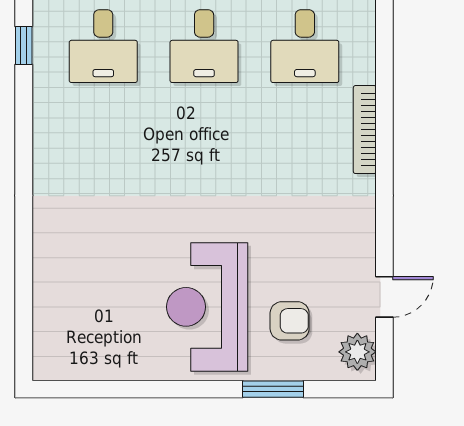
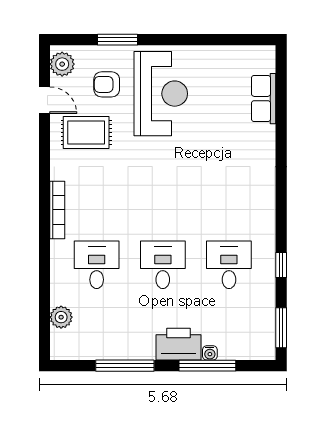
rug: (321, 248) -> (86, 133), added
door: (384, 297) -> (44, 100), swing flipped
row of seats: (50, 299) -> (264, 99), added

